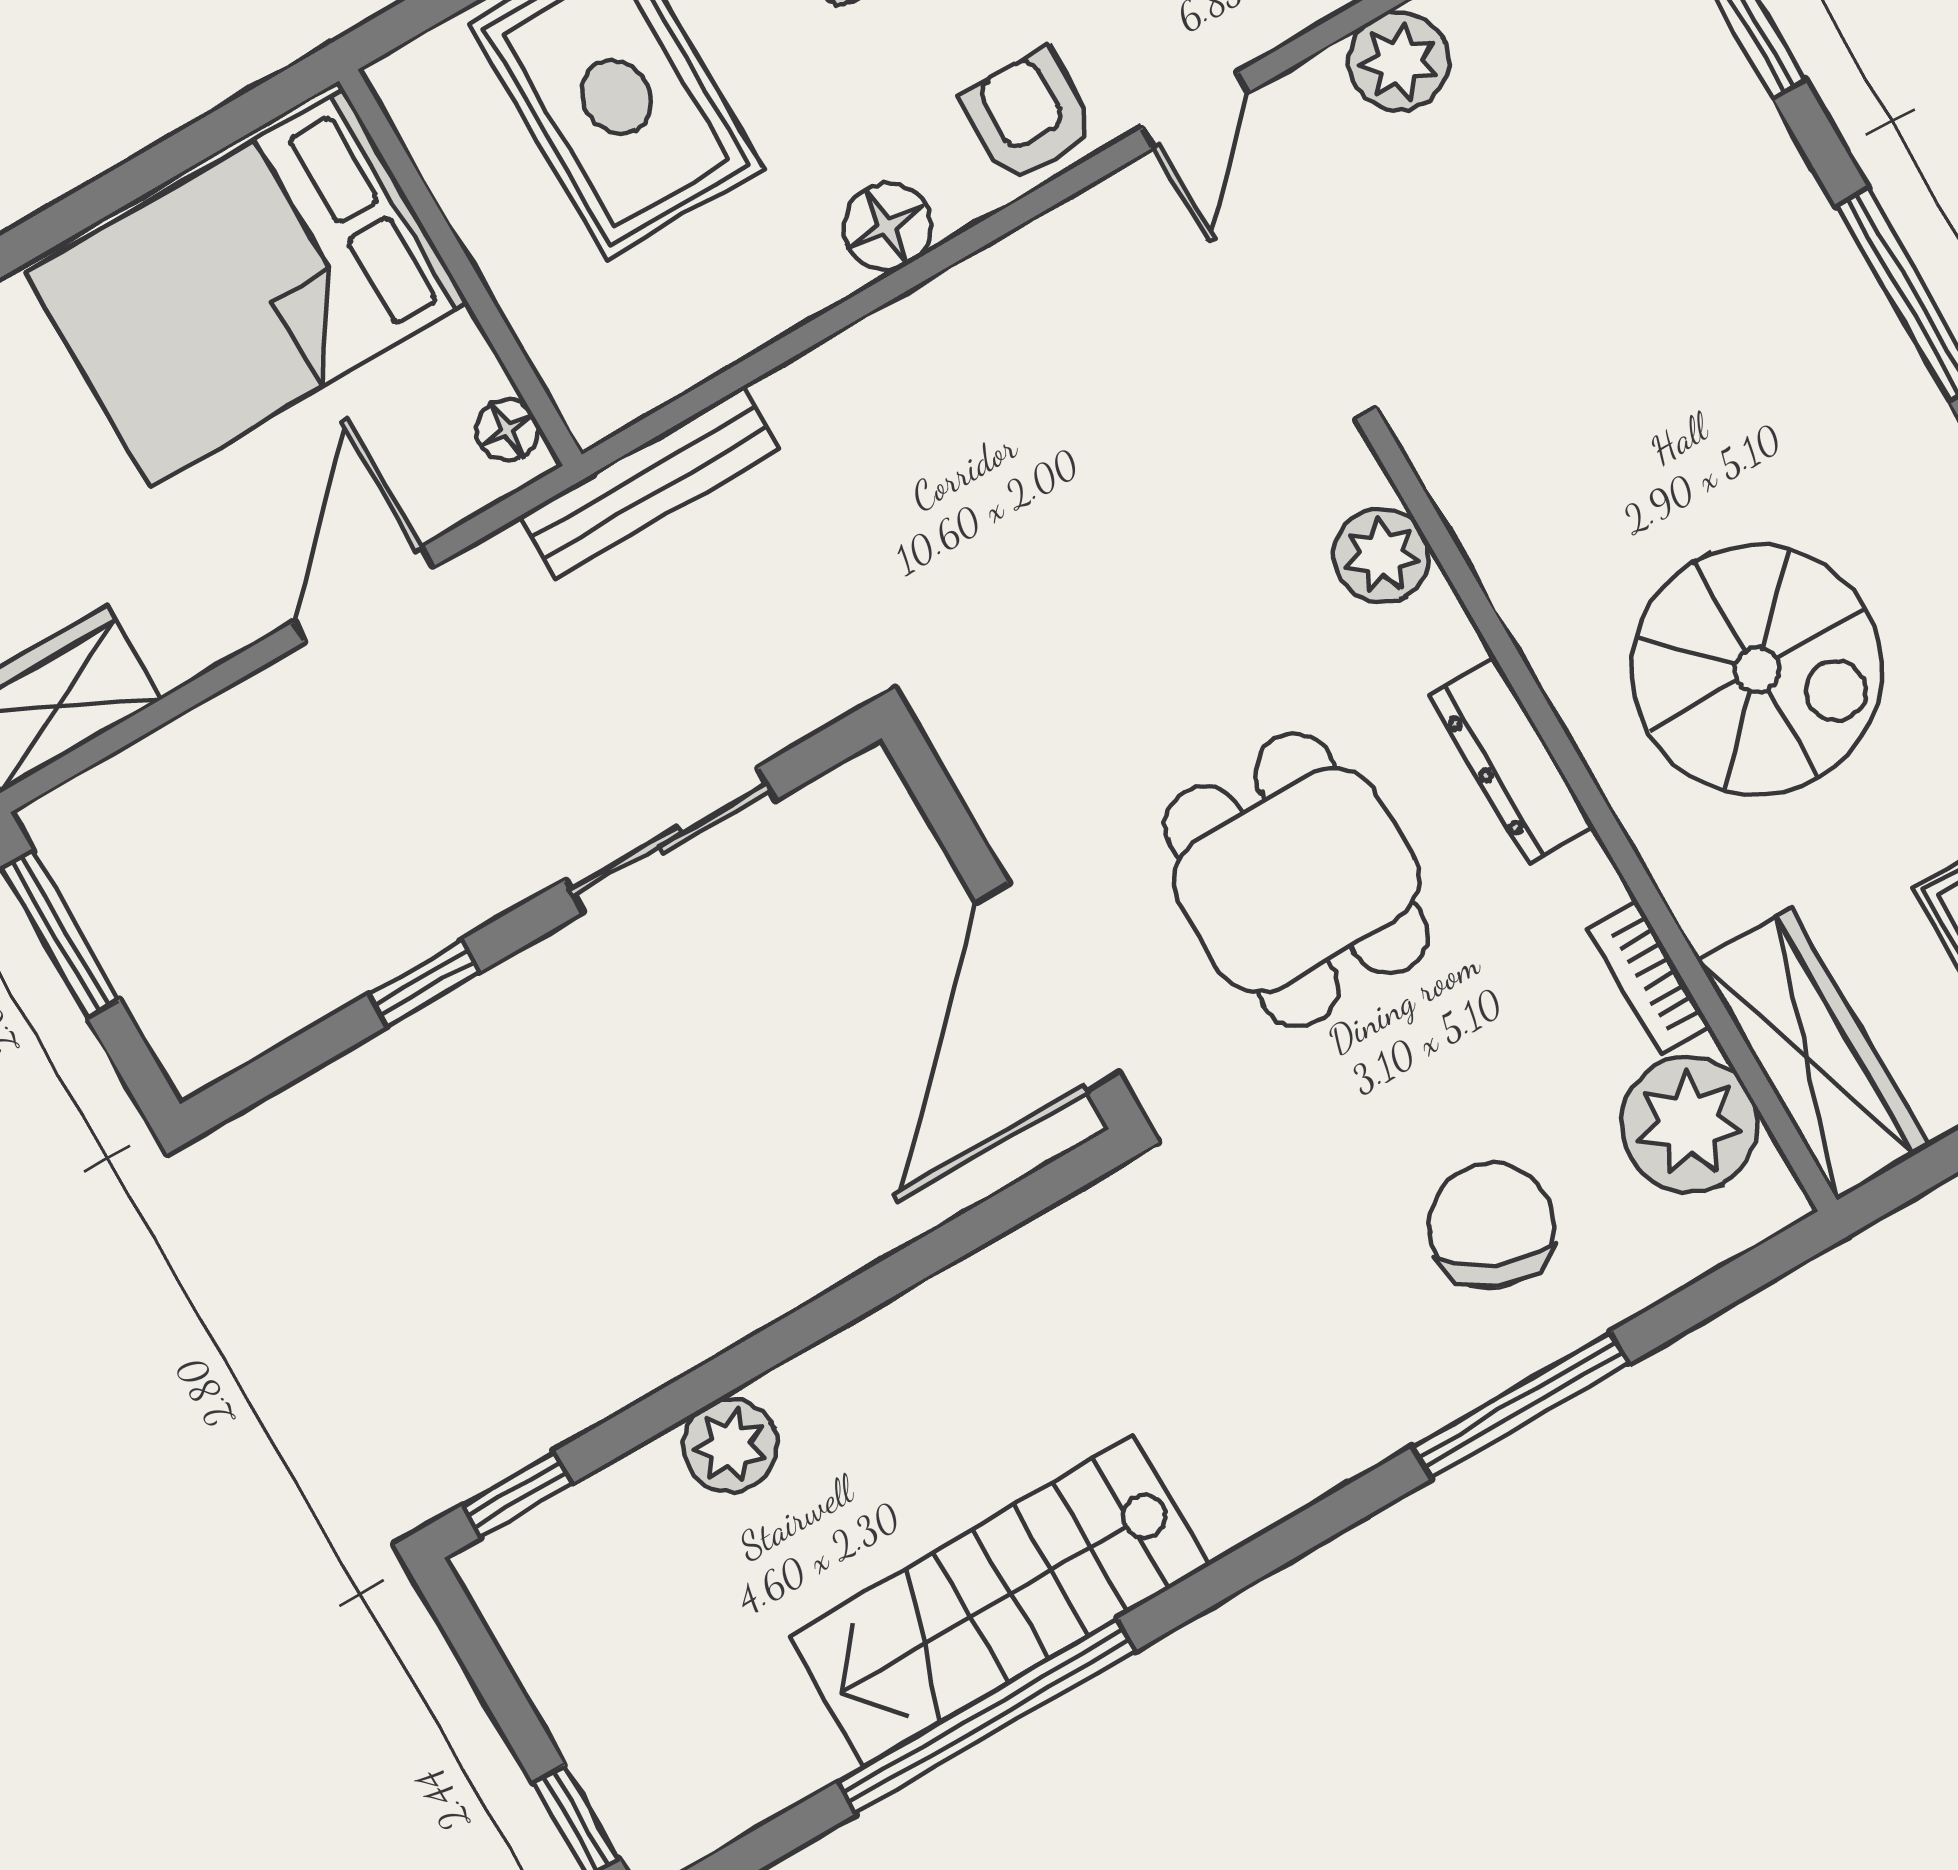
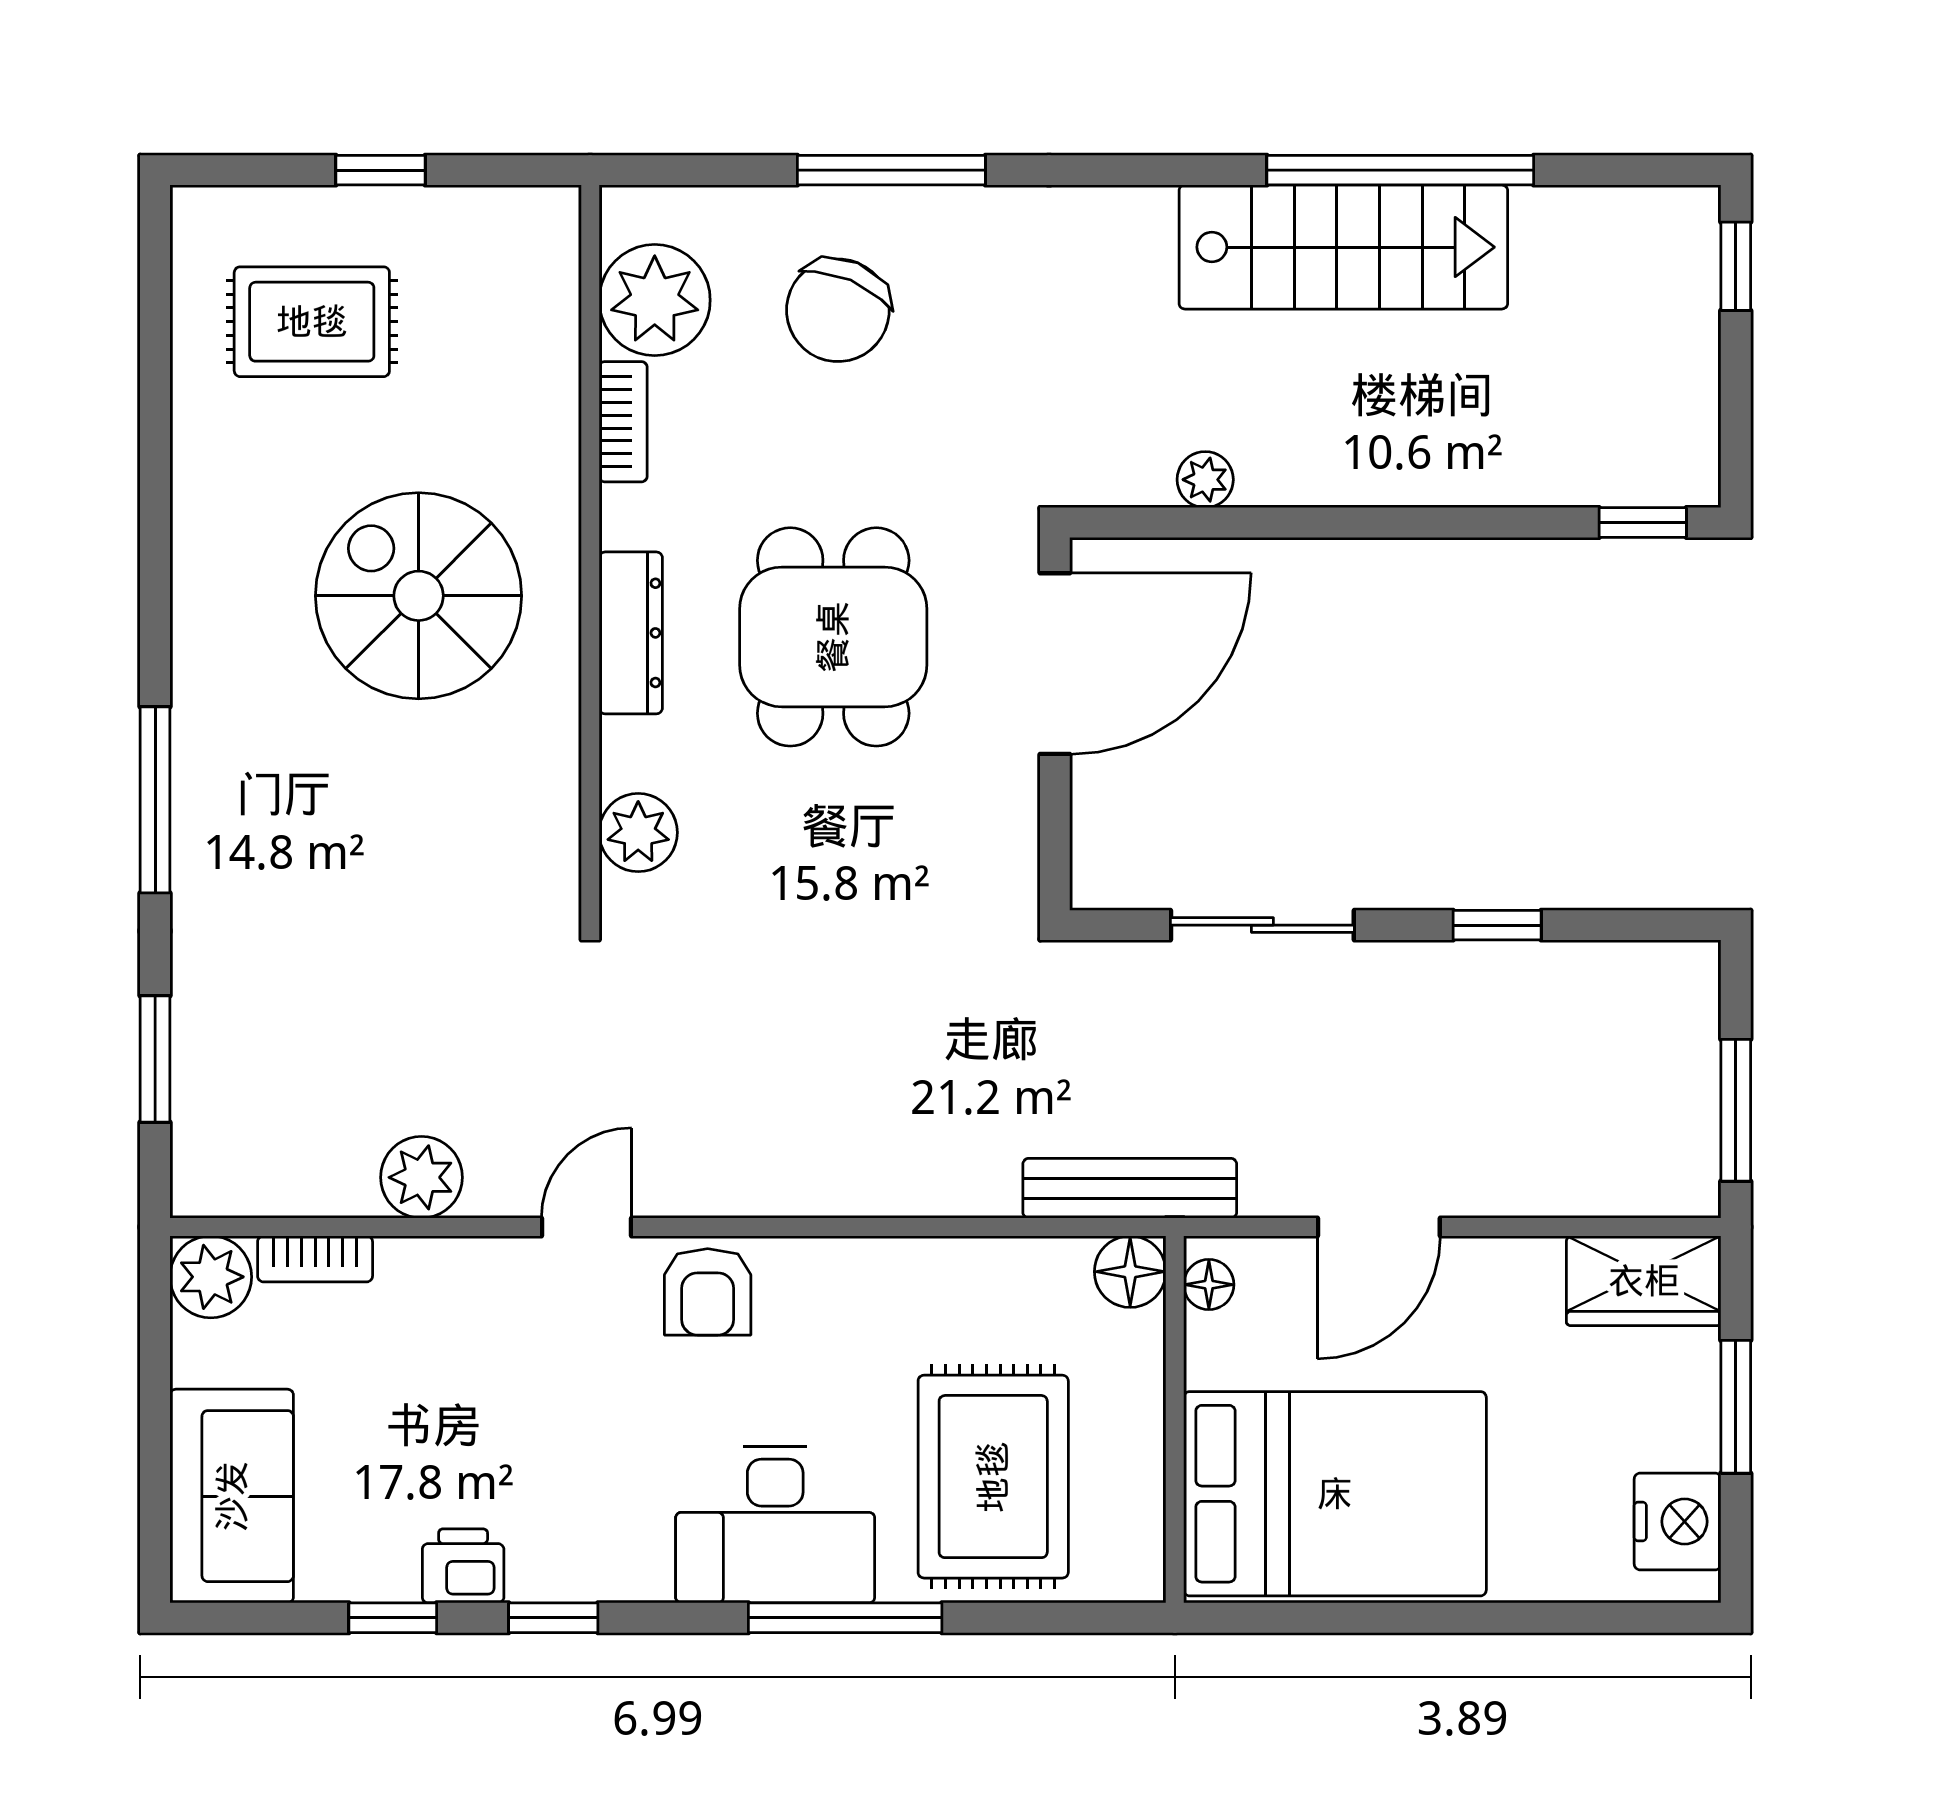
floor lamp: (887, 227) -> (1130, 1272), moved
wardrobe: (1814, 1054) -> (537, 299), removed
plant: (730, 1445) -> (1205, 480), moved, width x0.73, depth x0.73

